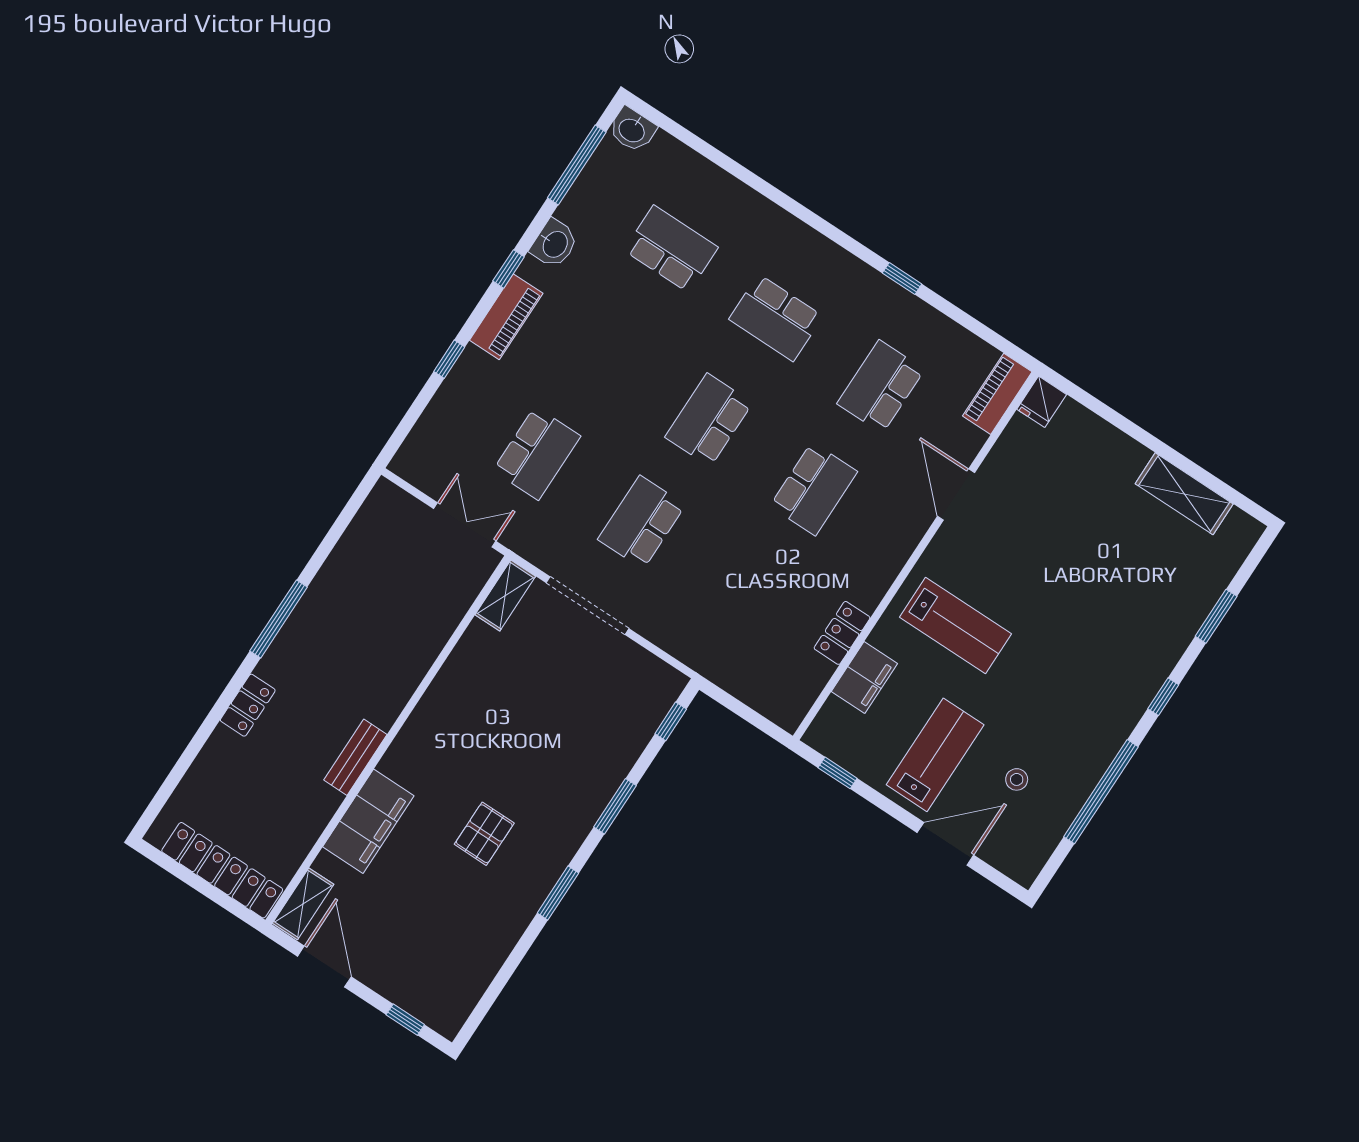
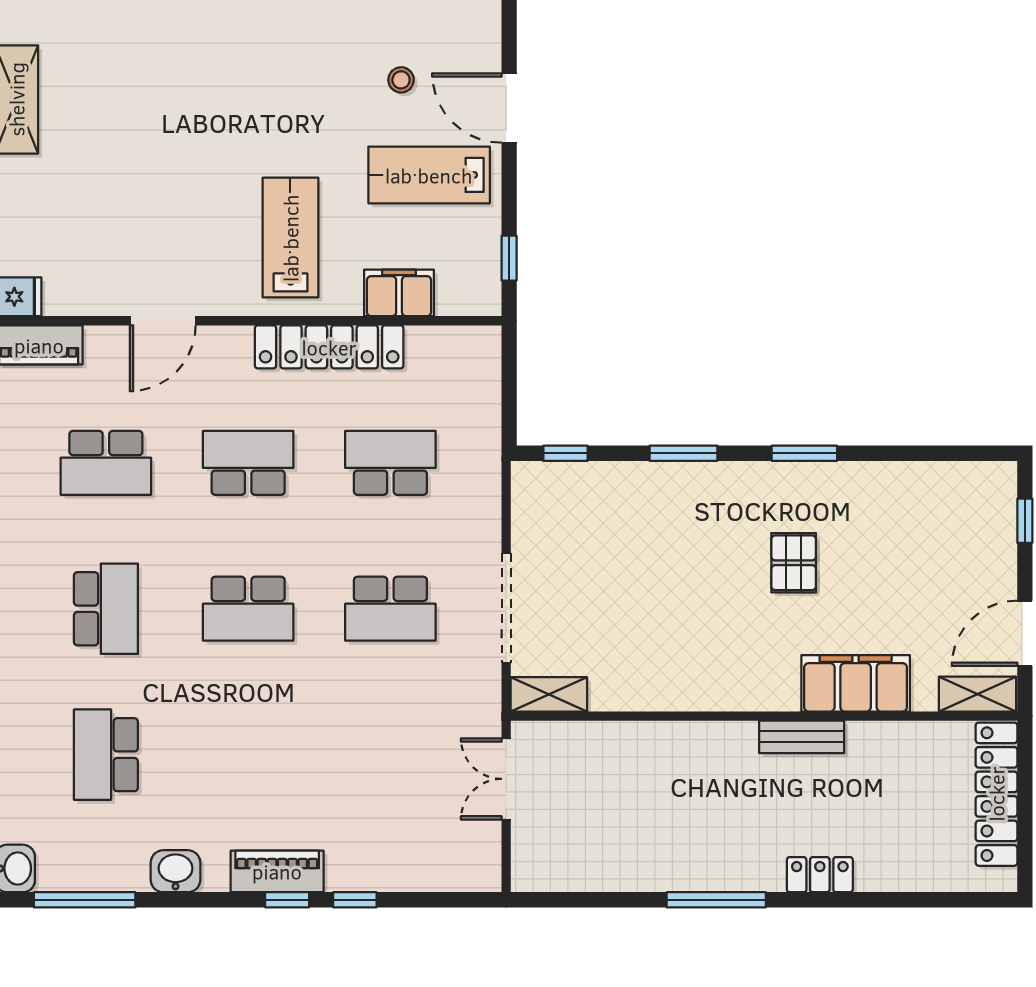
window: (509, 269) -> (287, 900), moved
school desk: (537, 453) -> (390, 463), moved
locker: (842, 633) -> (329, 347), width x2.16, depth x1.21
pallet: (484, 834) -> (794, 563), turned 90

